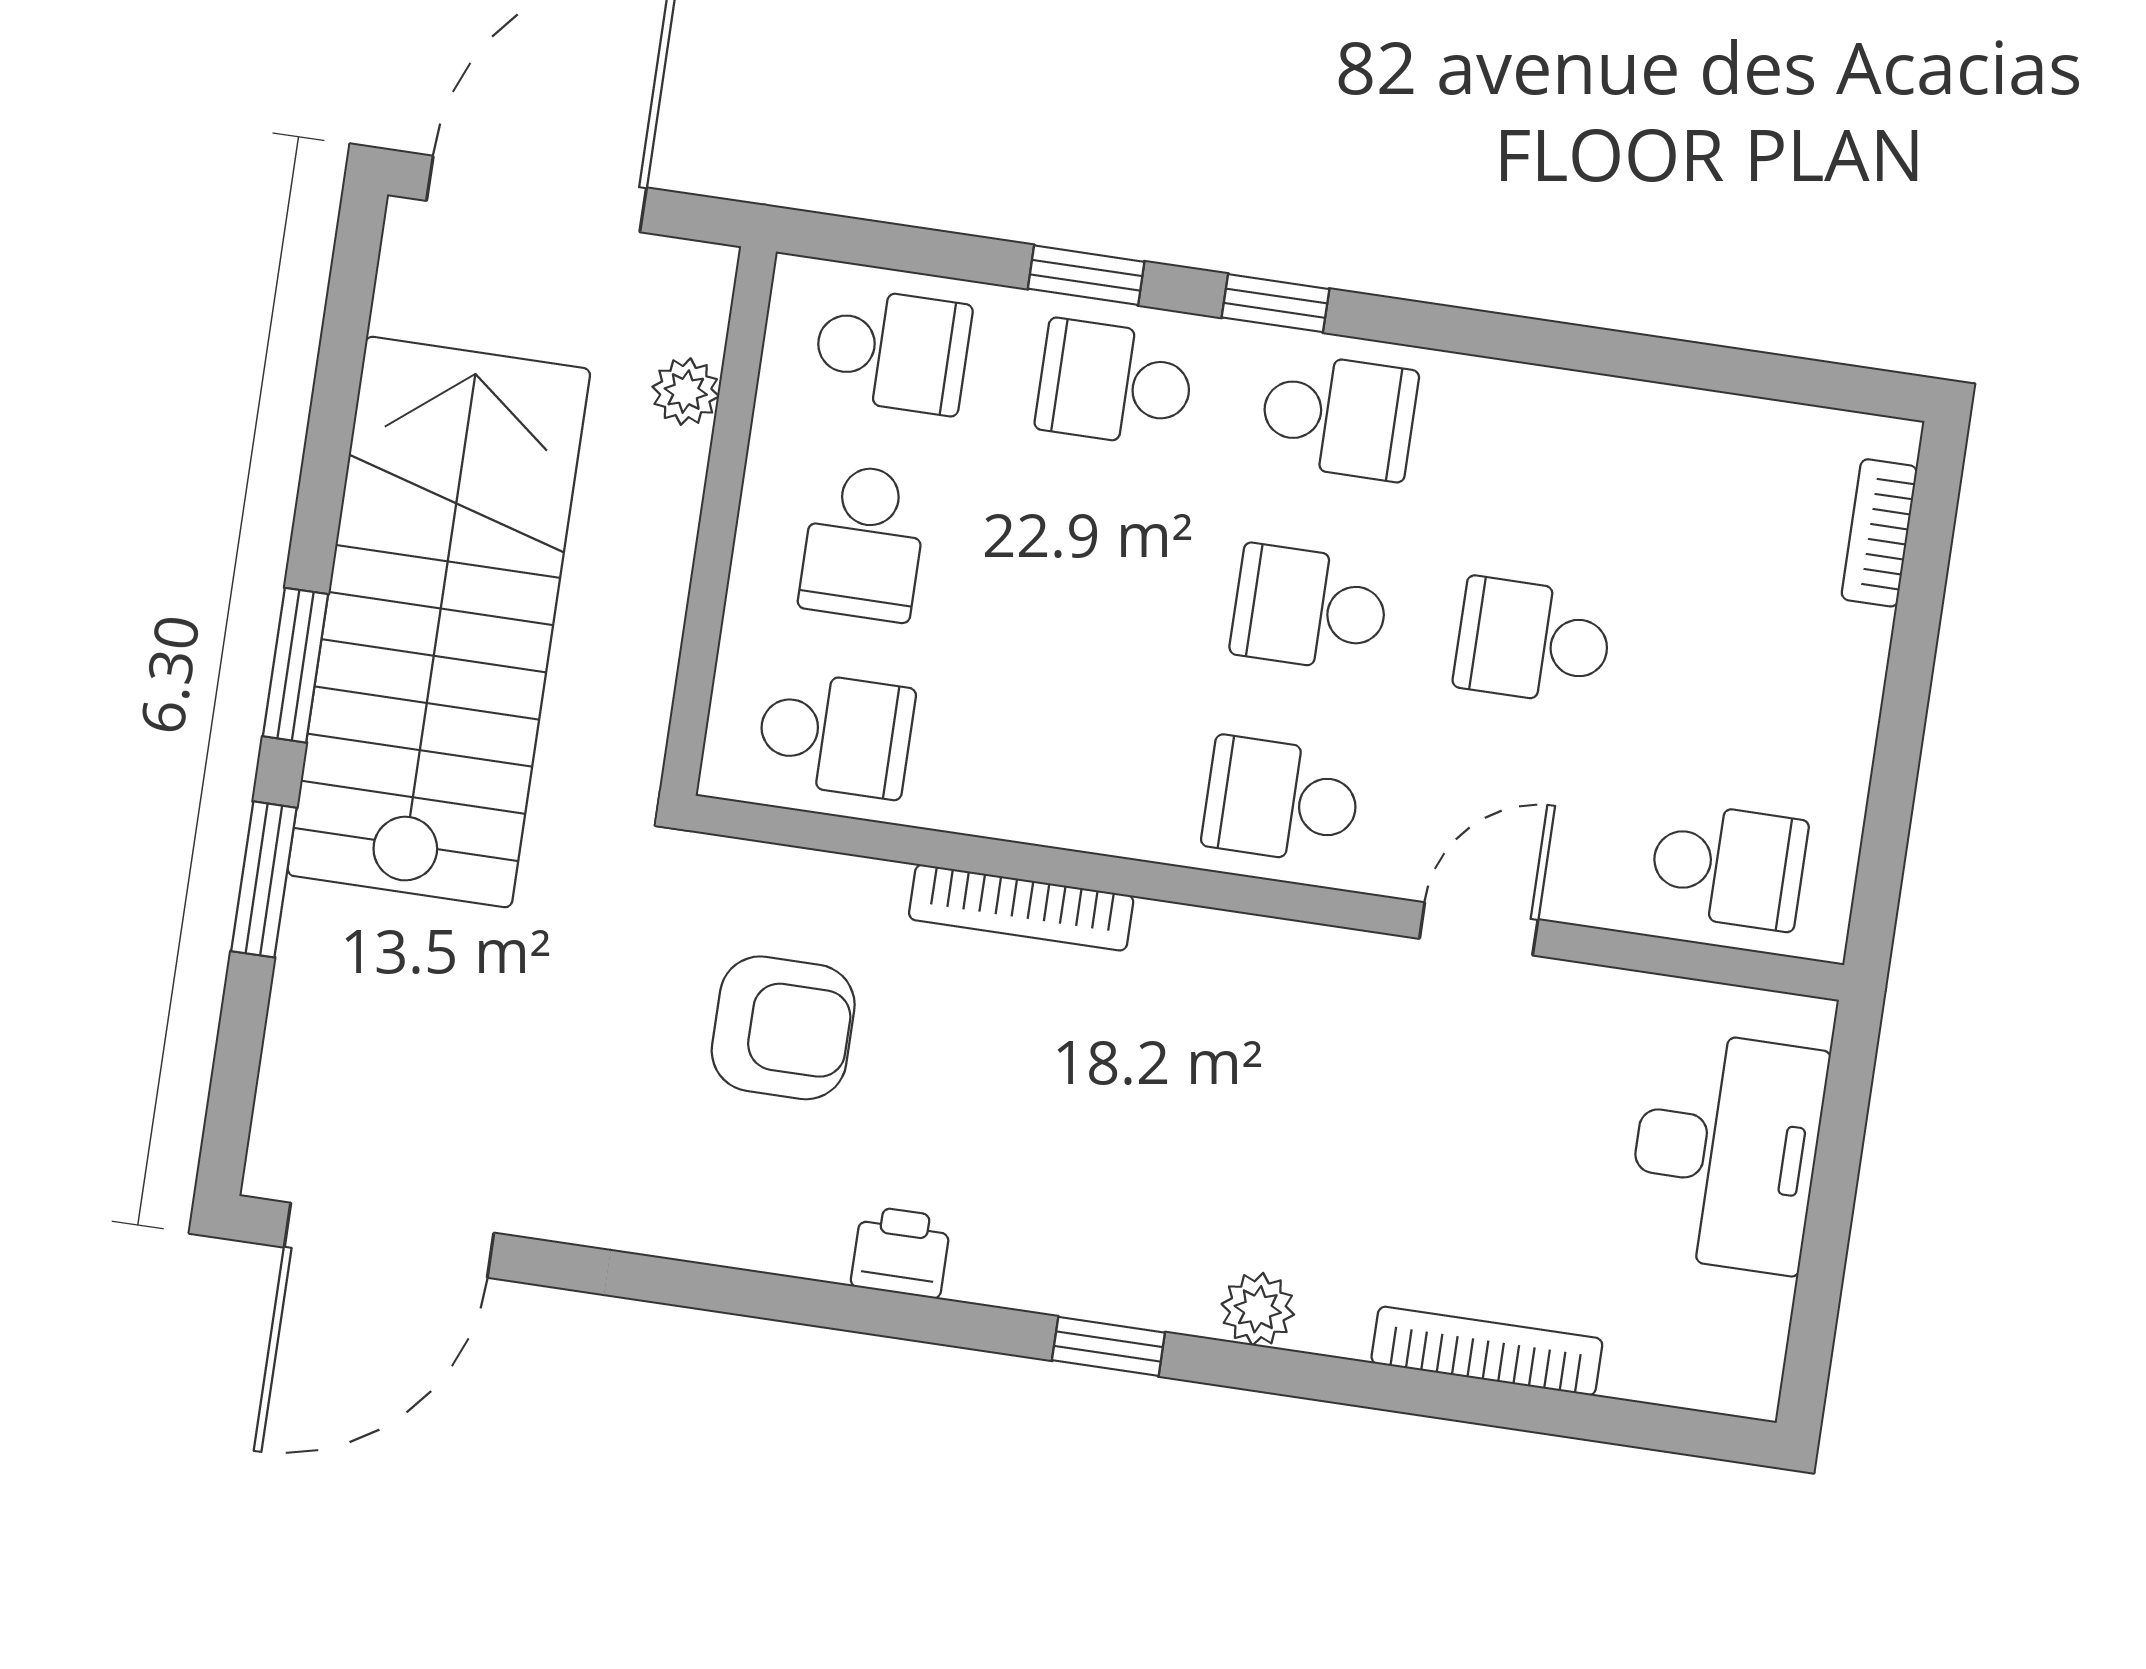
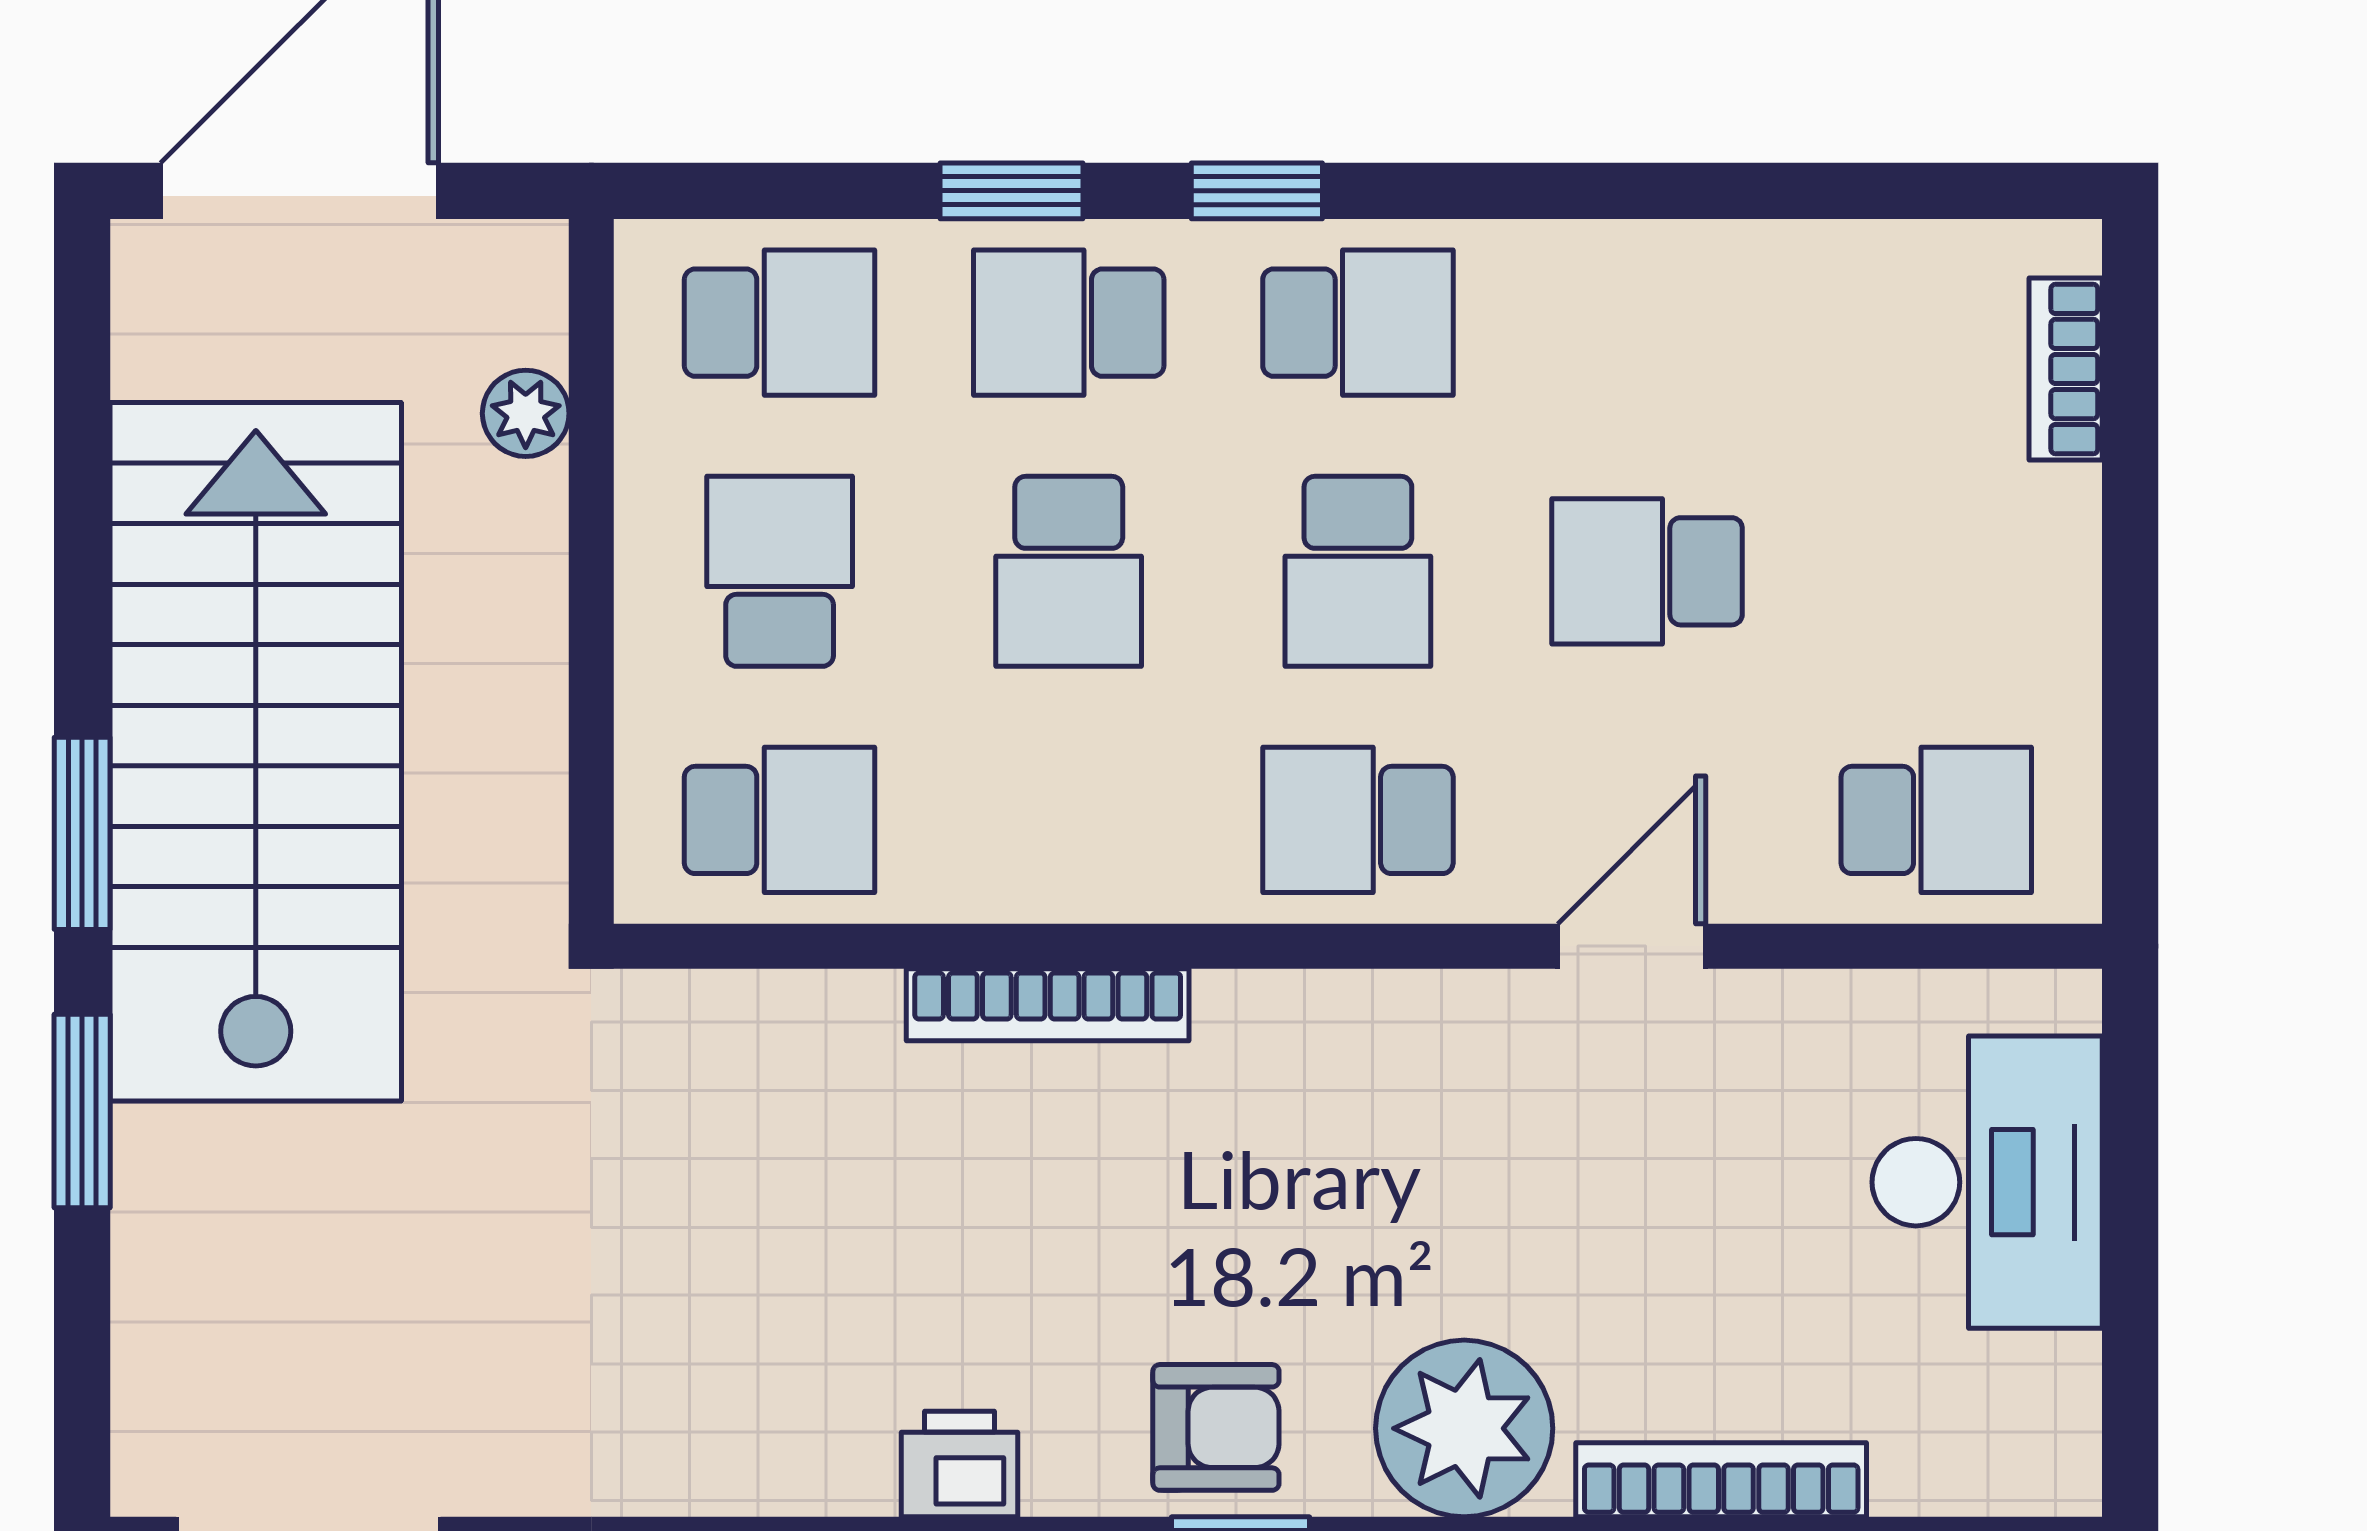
school desk: (864, 542) -> (780, 571), turned 180
school desk: (1087, 575) -> (1069, 571), added
school desk: (1310, 608) -> (1358, 571), turned -90
armchair: (783, 1028) -> (1216, 1427), moved, width x0.72, depth x0.72
plant: (1258, 1309) -> (1464, 1428), width x1.87, depth x1.87

